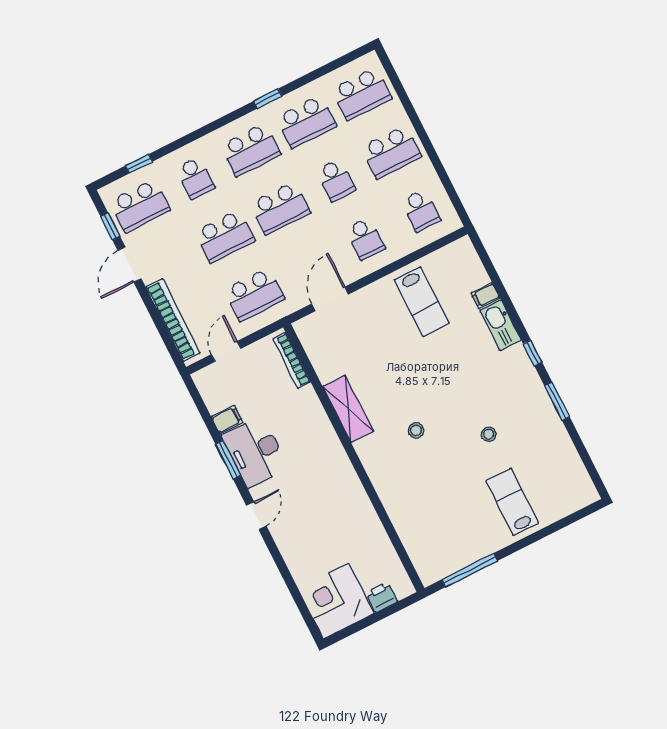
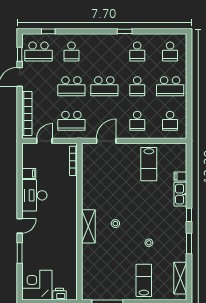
school desk: (362, 94) -> (170, 52), width x0.54
school desk: (306, 122) -> (137, 52), width x0.54
school desk: (251, 150) -> (104, 52), removed
shelving: (348, 409) -> (88, 226), moved
window: (228, 460) -> (20, 253), moved
shelving: (572, 467) -> (180, 278), added

